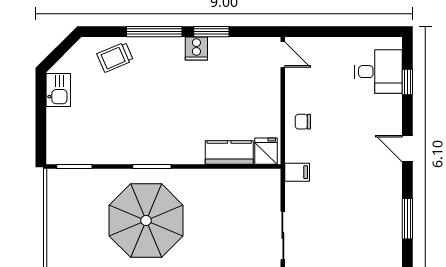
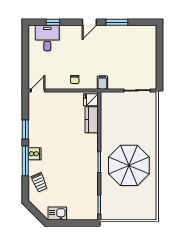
cooker: (196, 48) -> (35, 154), moved
window: (407, 219) -> (117, 22), moved

